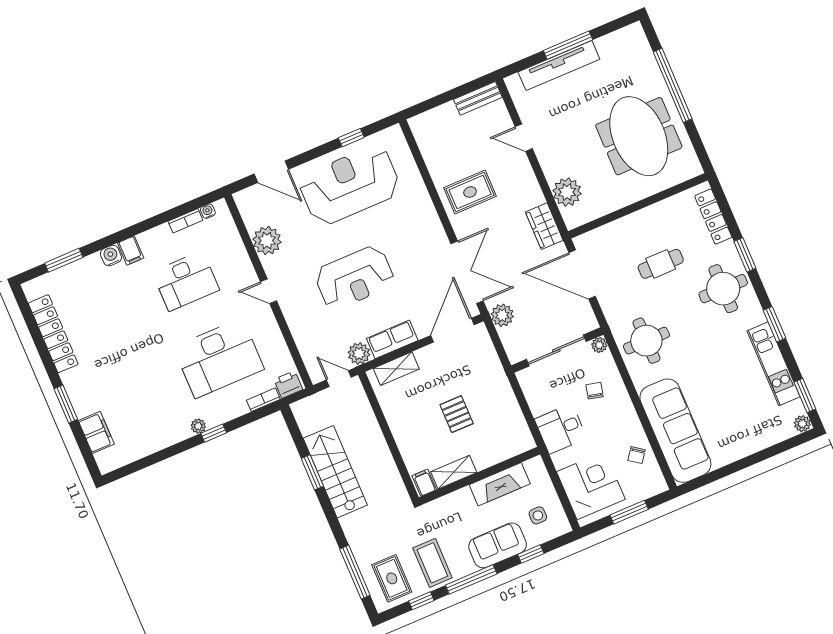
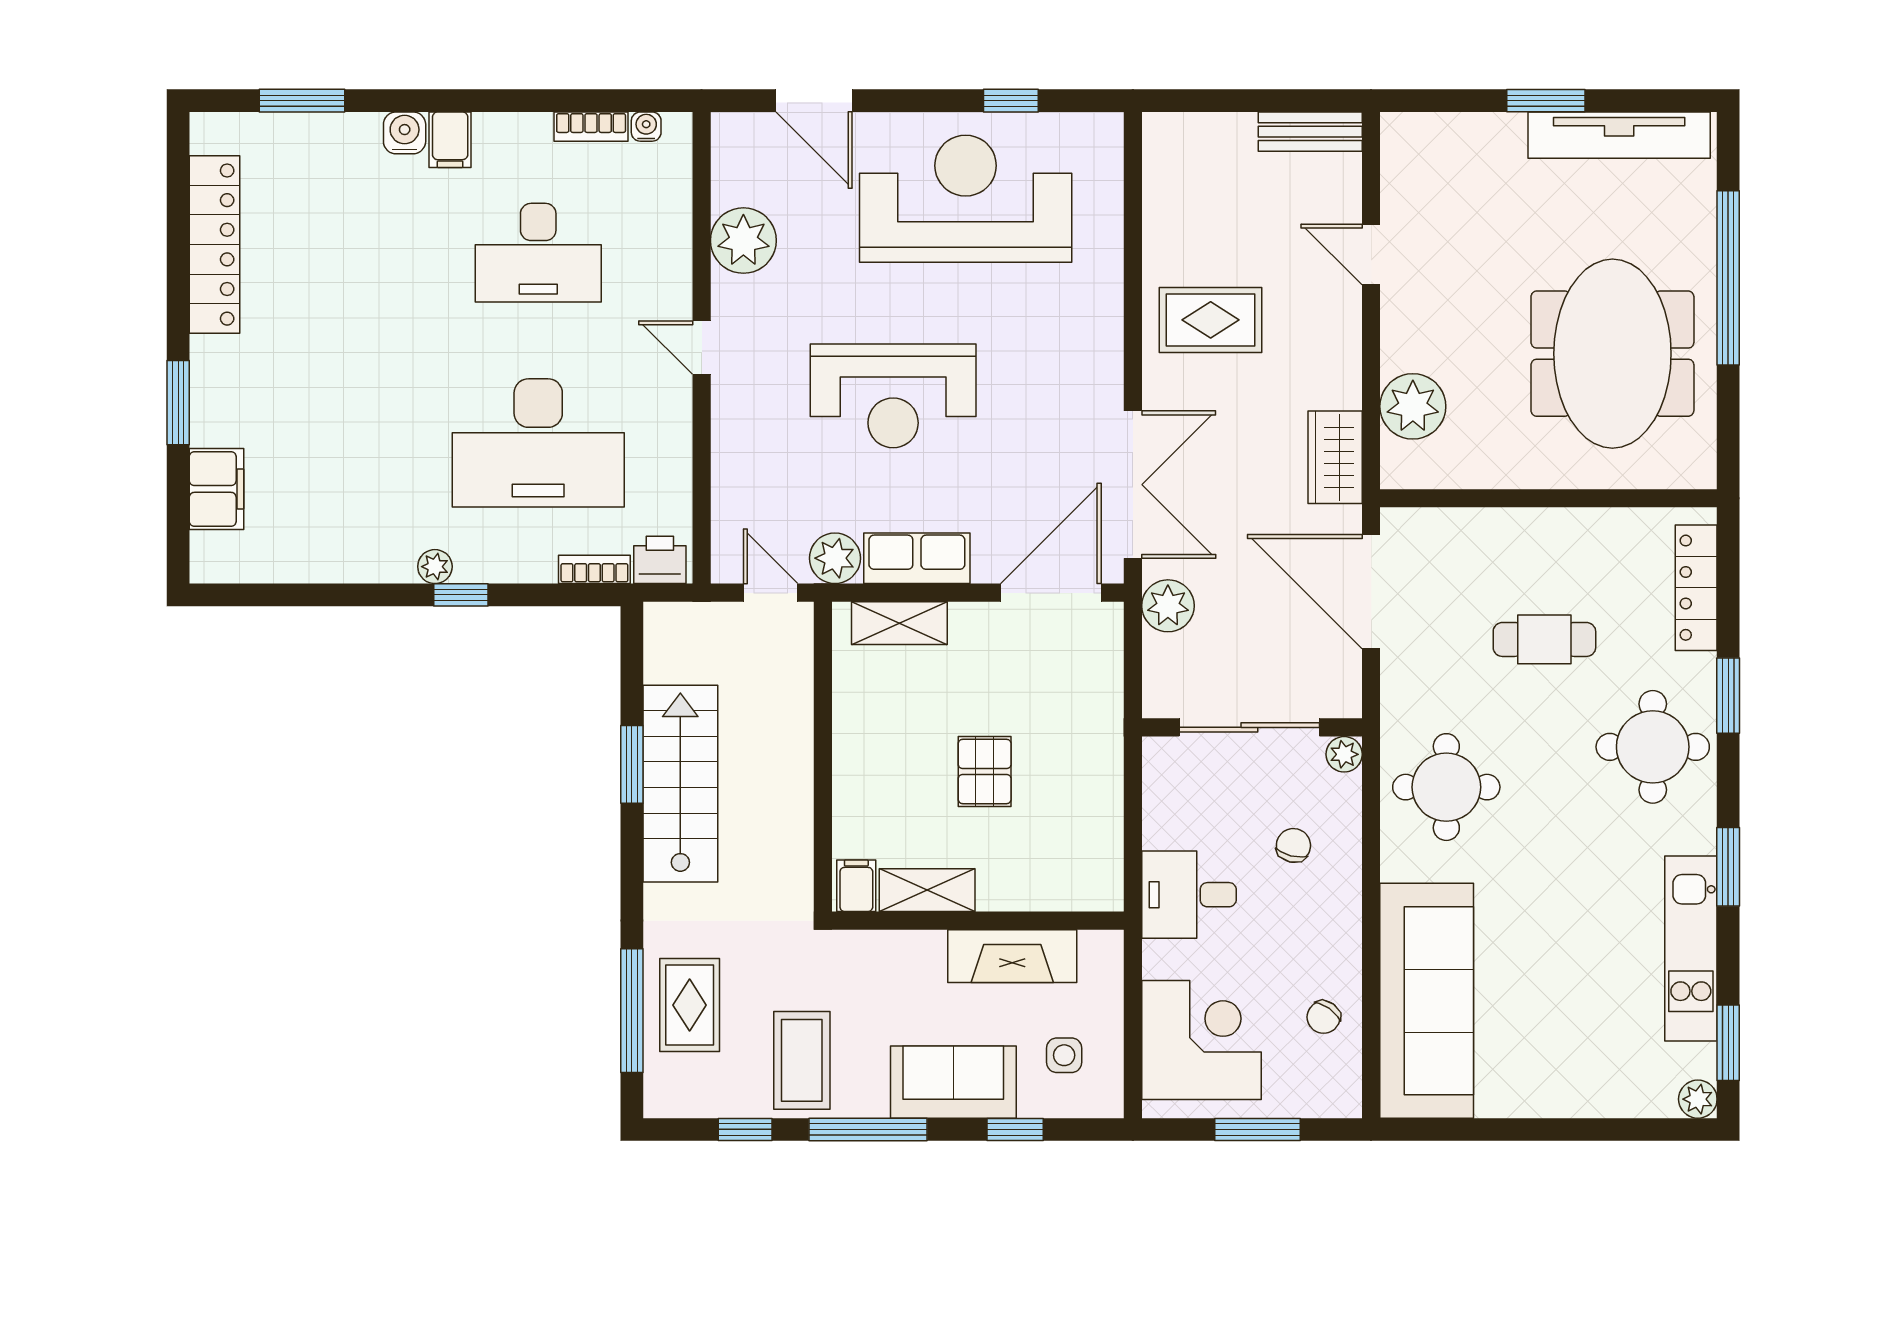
window: (568, 45) -> (1546, 101), width x0.69
tv unit: (559, 66) -> (1619, 135), moved
rug: (392, 578) -> (690, 1005), moved

